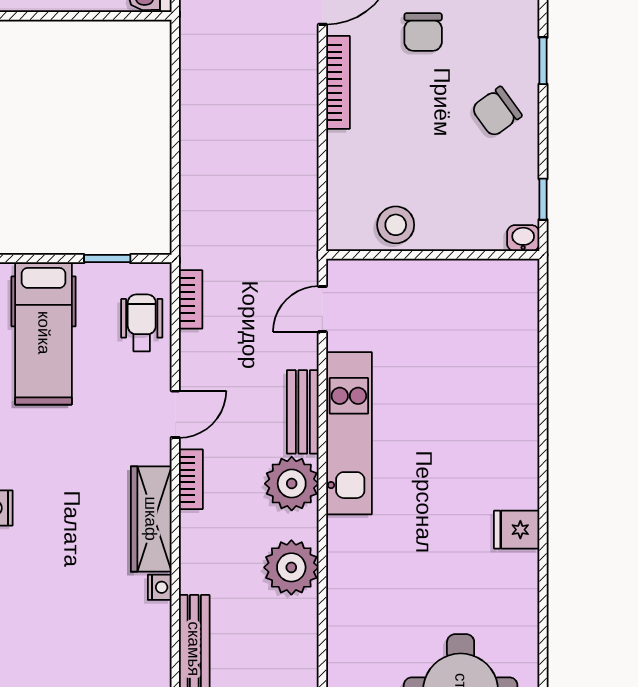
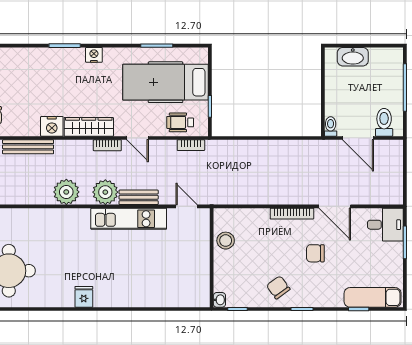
wheelchair: (142, 323) -> (180, 122), turned 180
hospital bed: (44, 333) -> (166, 82), width x1.37, depth x1.29
nightstand: (160, 587) -> (52, 126), width x1.89, depth x1.79

